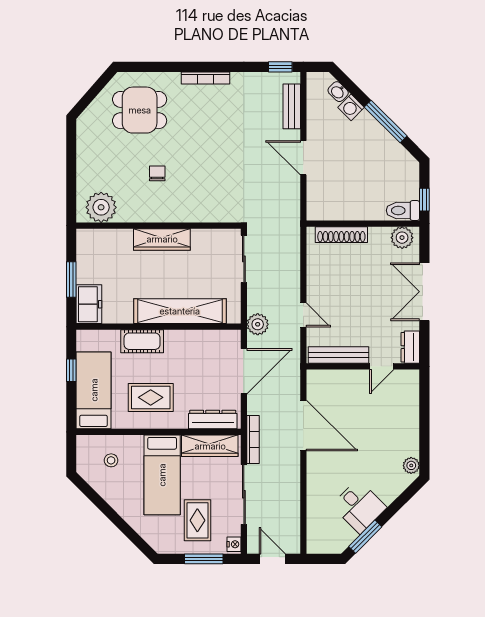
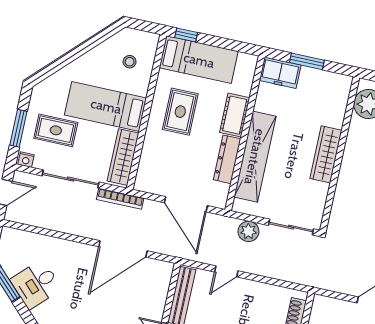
plant: (258, 324) -> (248, 231), moved
window: (71, 370) -> (186, 35), moved
dresser: (213, 419) -> (227, 159), moved, turned 180

